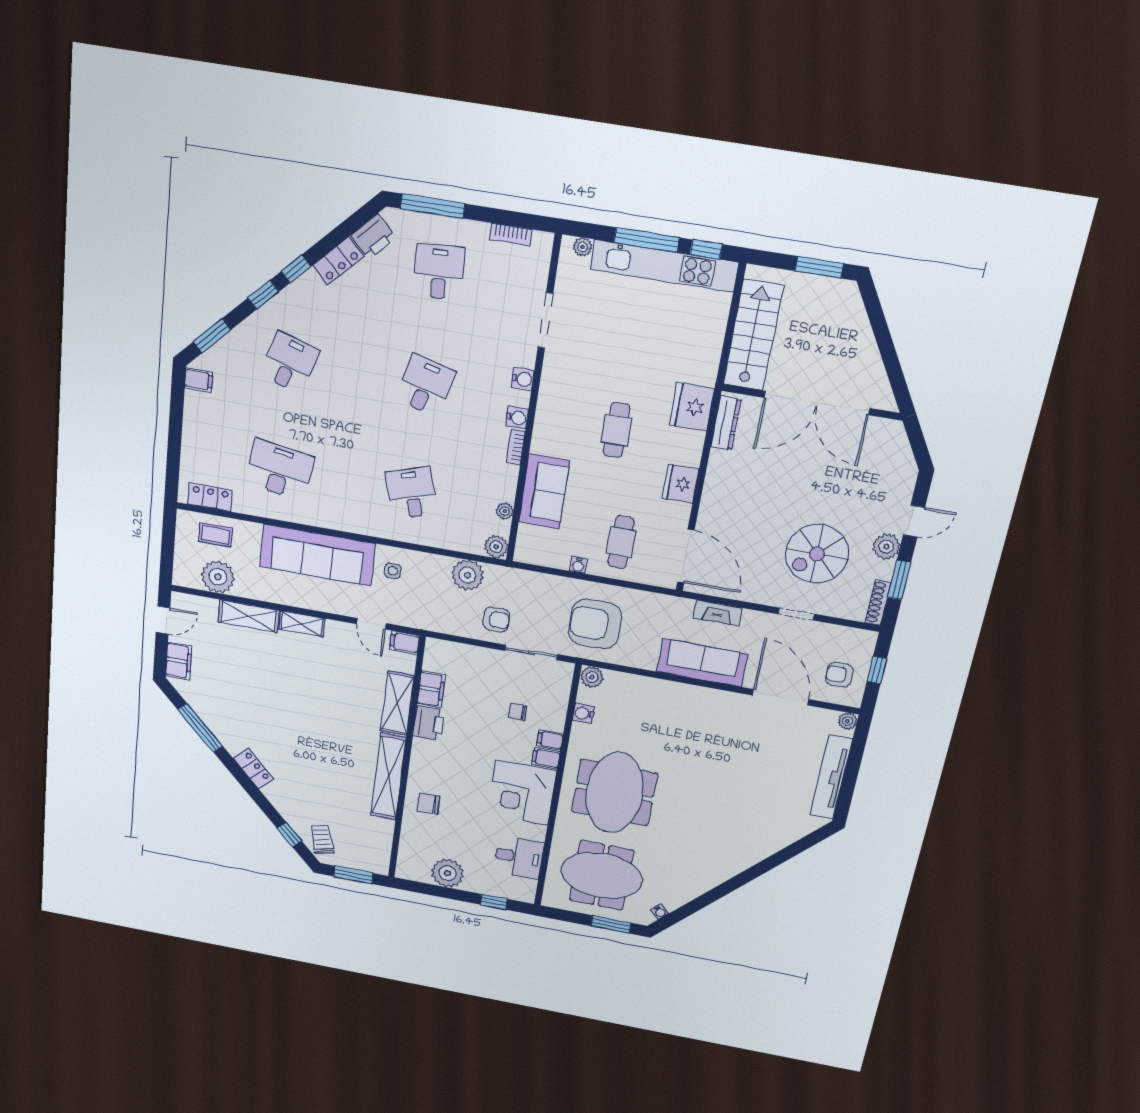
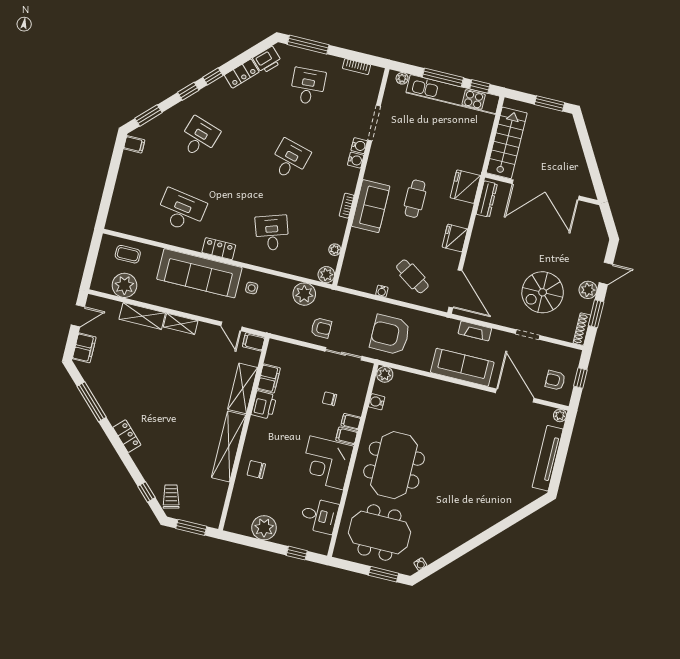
water cooler: (517, 418) -> (359, 146), moved
sofa: (544, 491) -> (371, 206), moved
locker: (210, 497) -> (219, 249), moved
cafe table: (621, 542) -> (412, 276), turned -56

